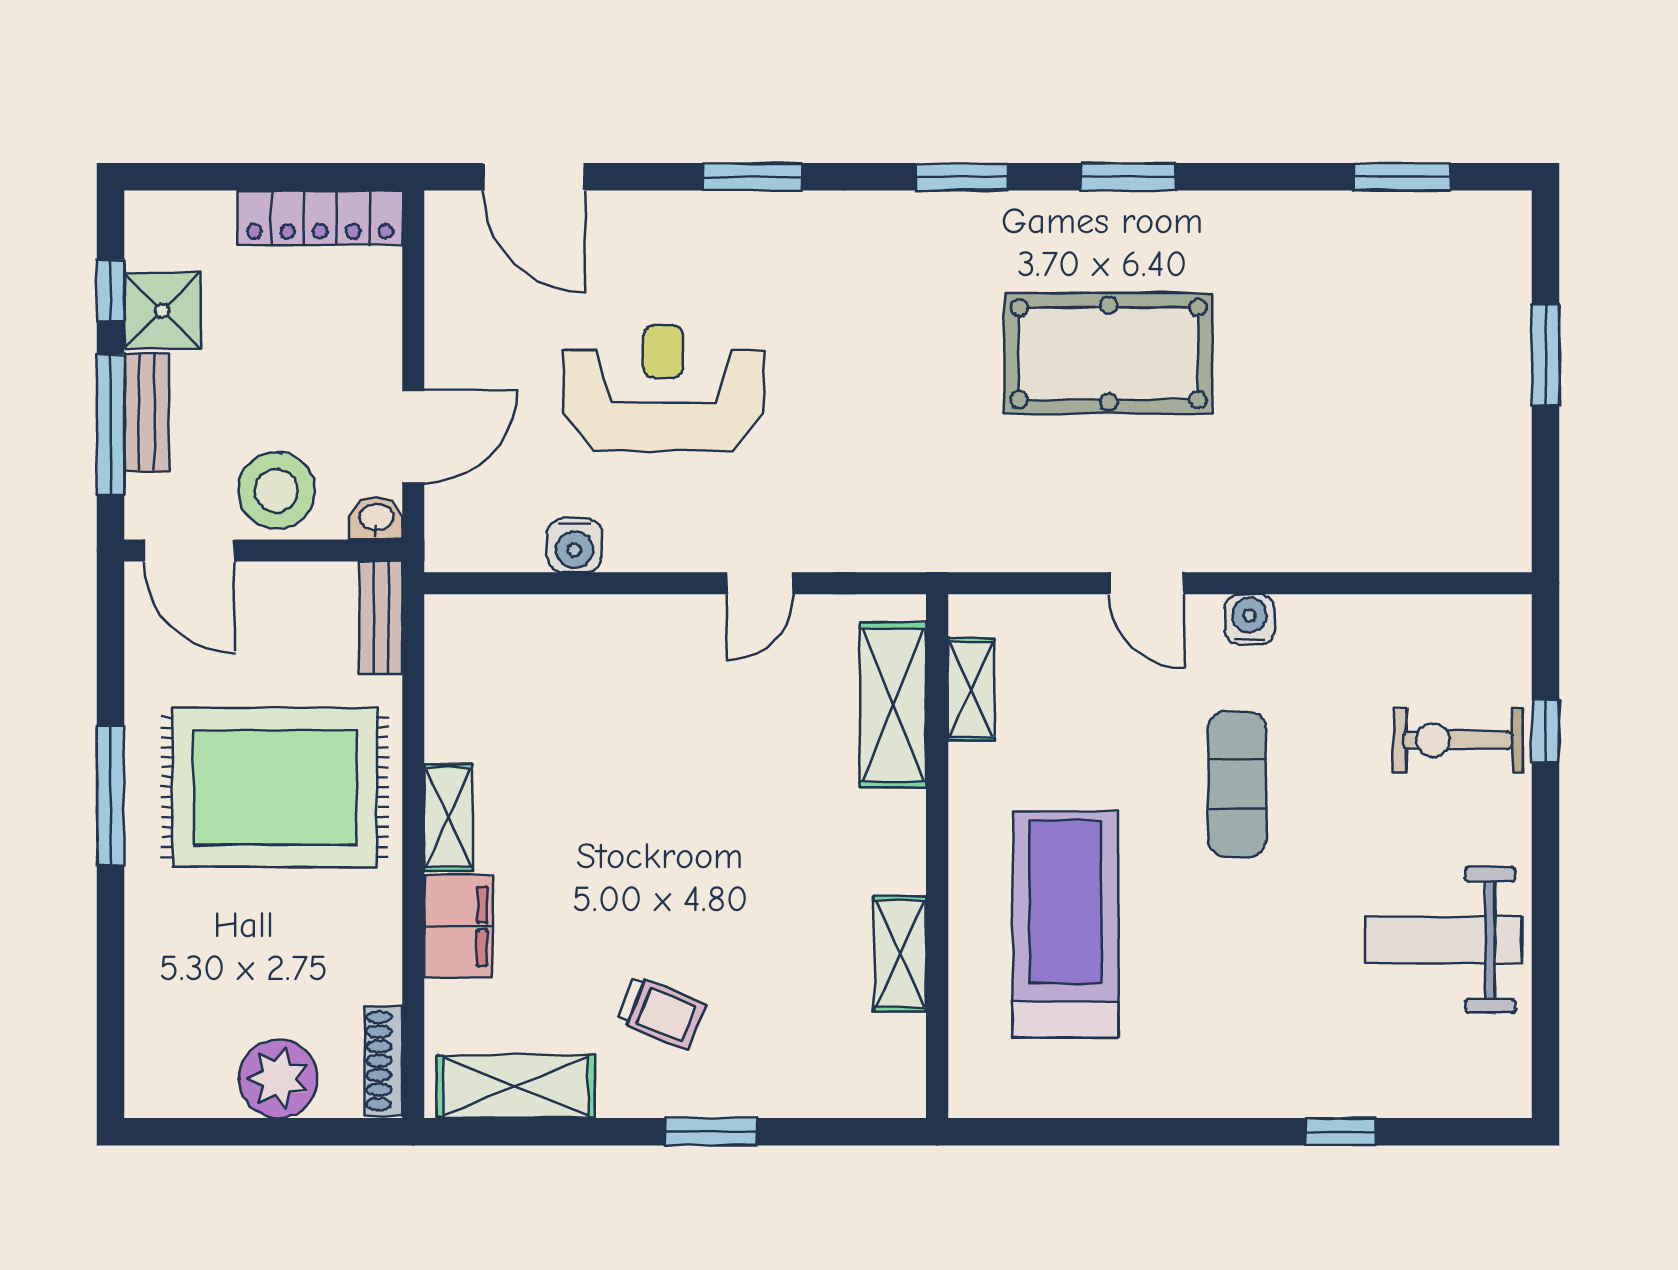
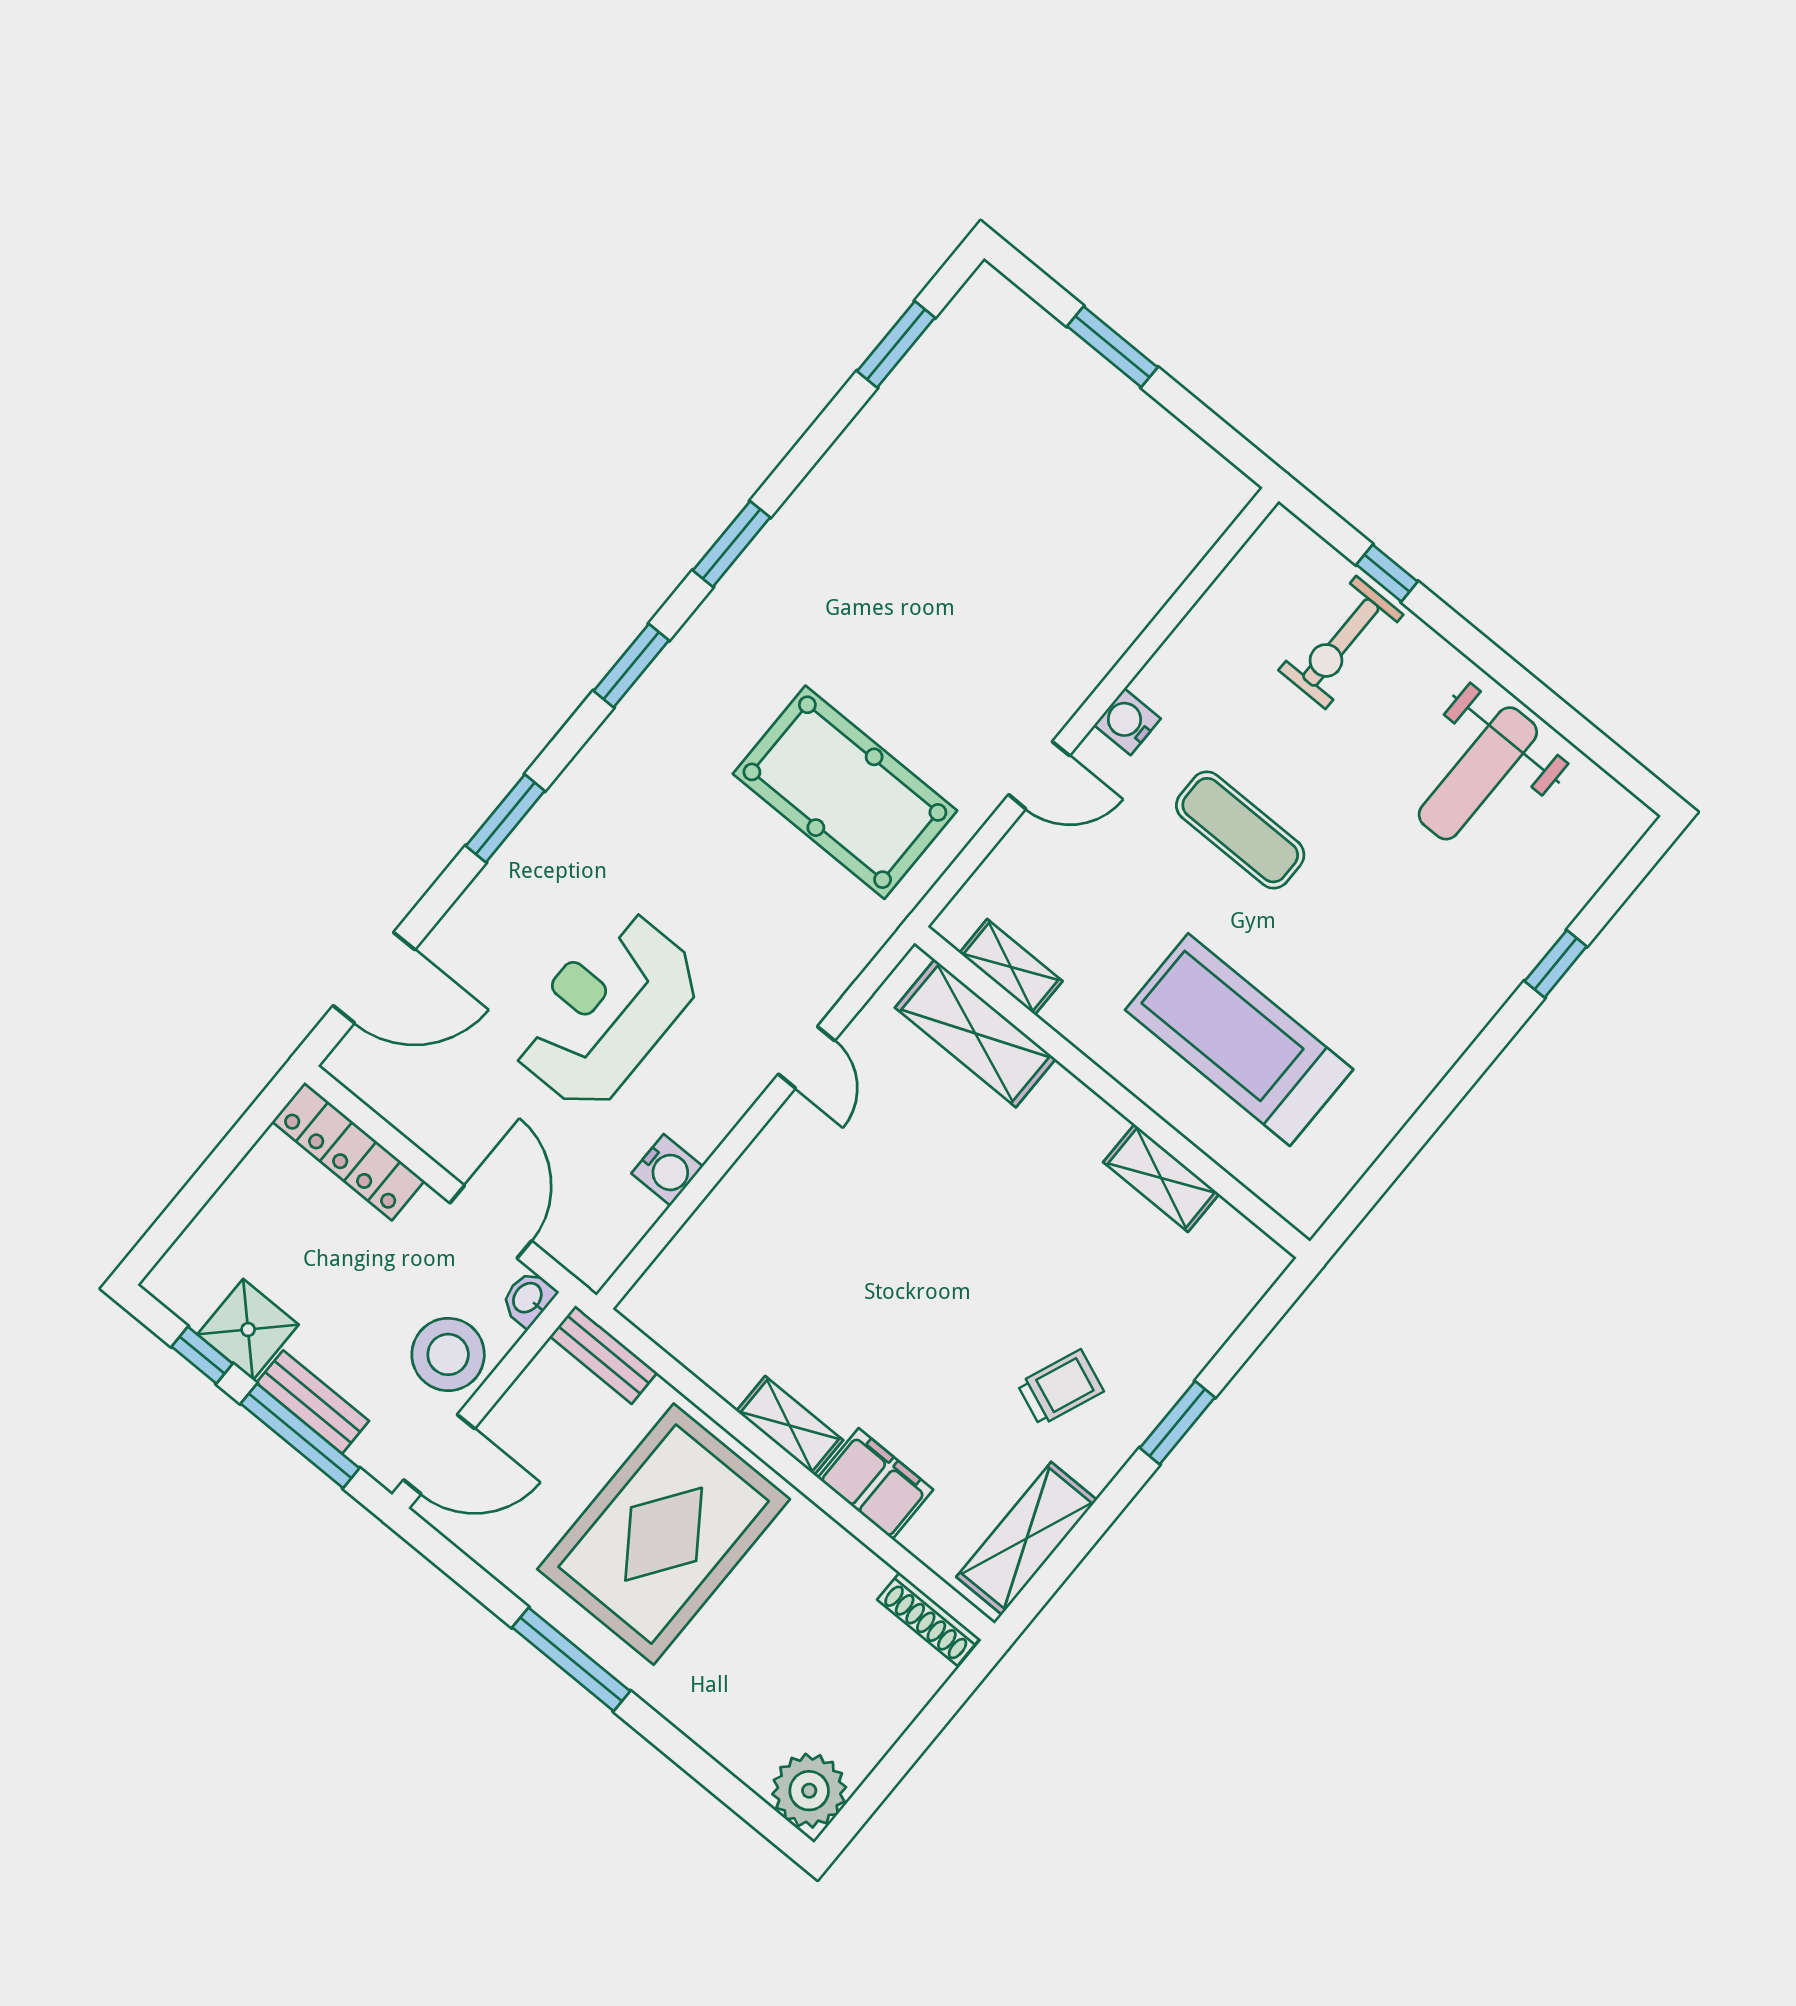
locker: (320, 218) -> (348, 1151), moved, turned 90
pool table: (1109, 353) -> (845, 792), moved, turned 90
plant: (278, 1079) -> (809, 1791), moved

